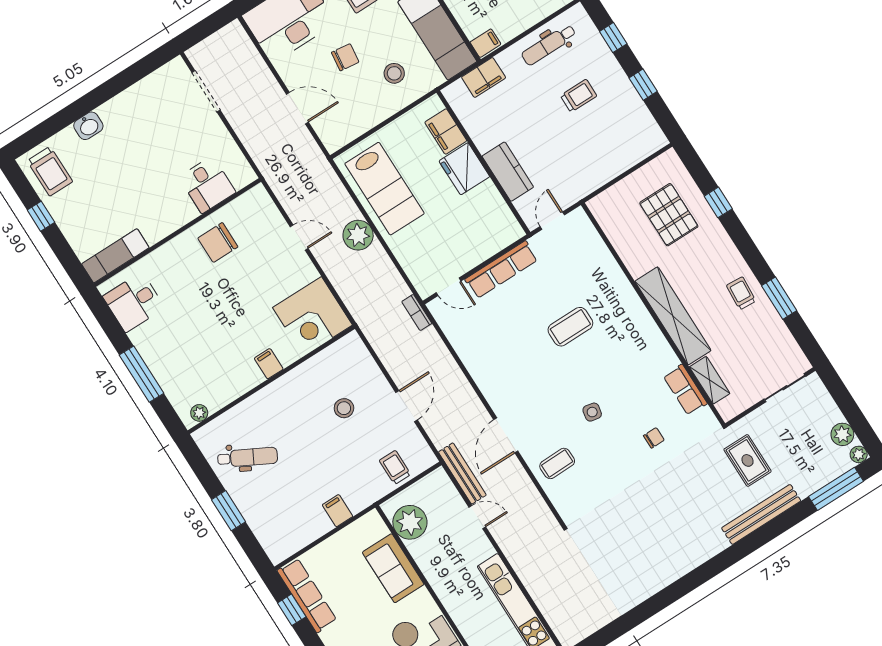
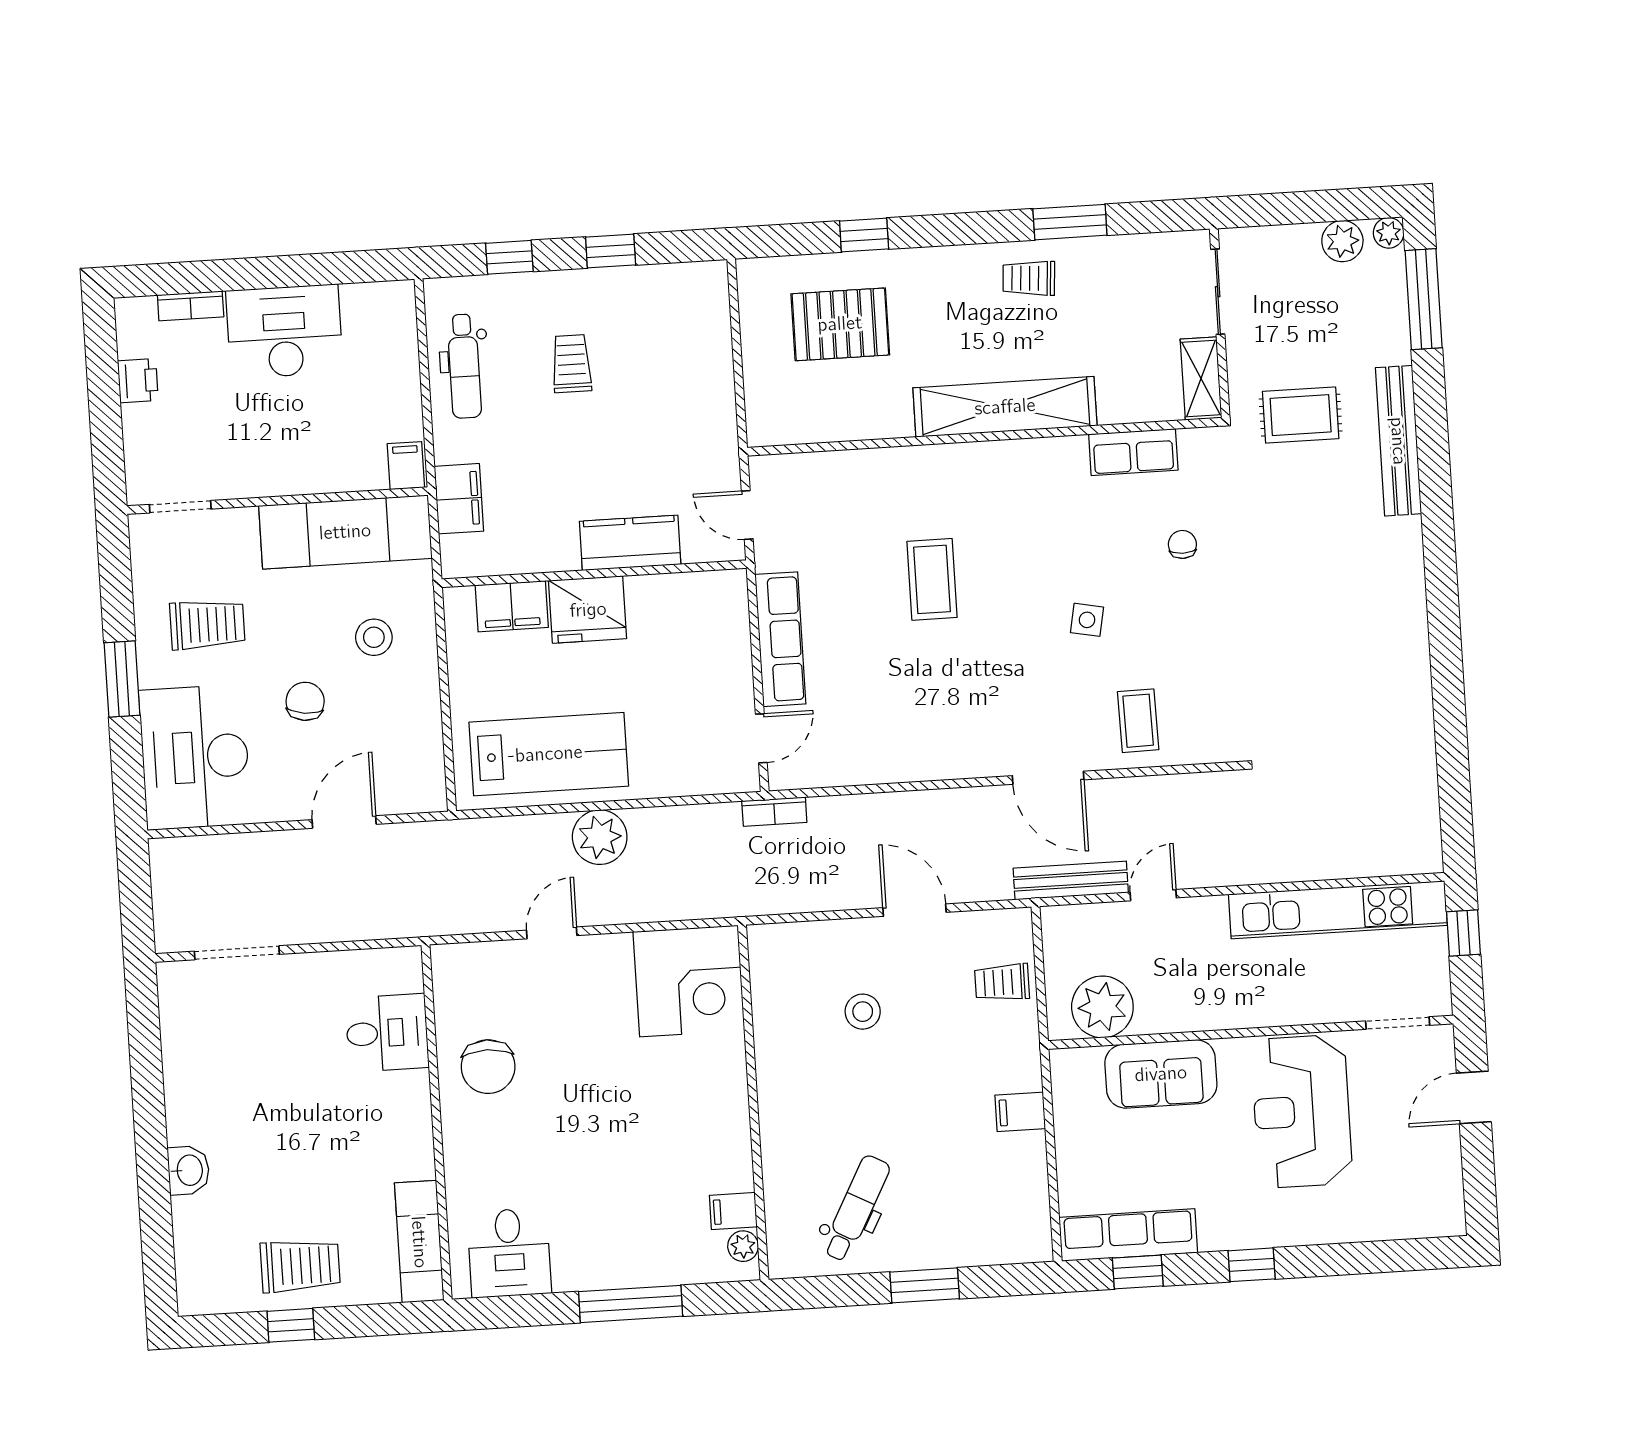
trolley: (50, 171) -> (300, 1266), moved
filing cabinet: (269, 364) -> (733, 1211), moved
shelving: (710, 380) -> (1201, 379), moved, turned 90

